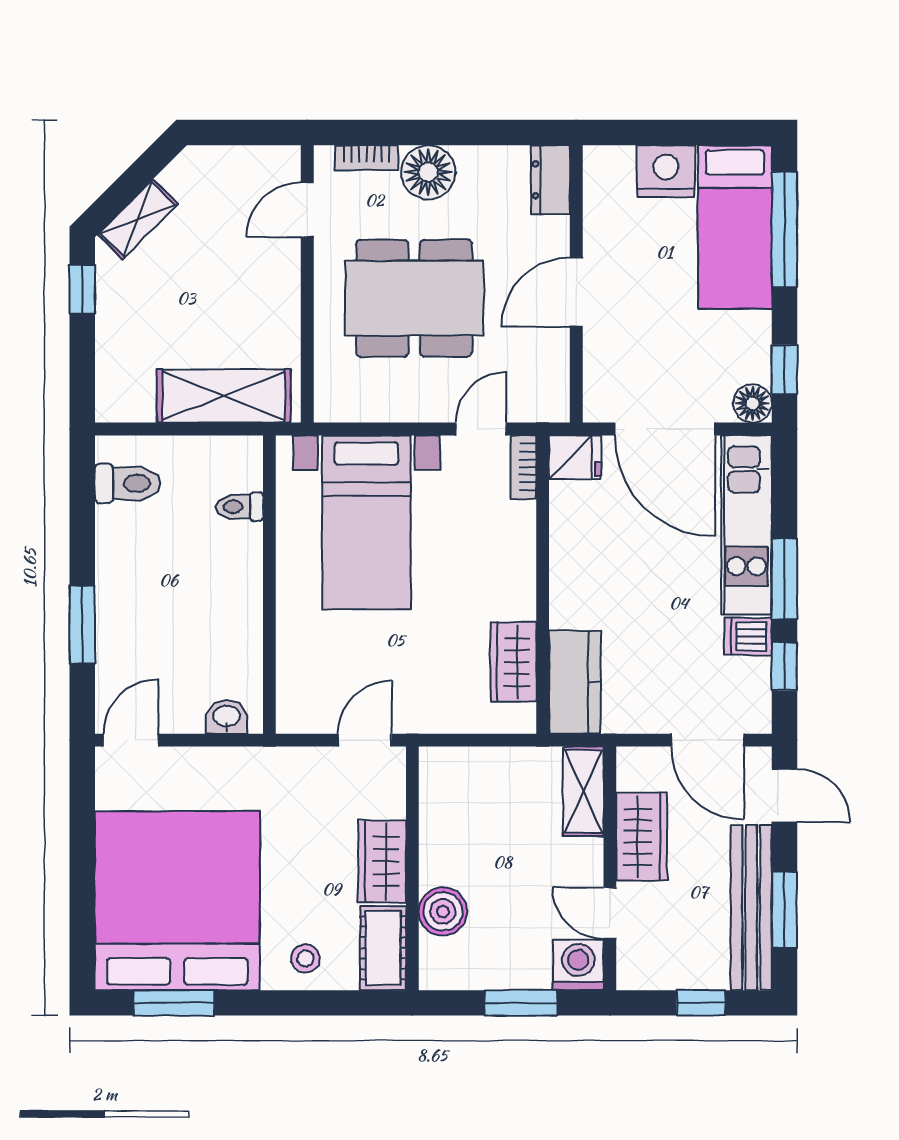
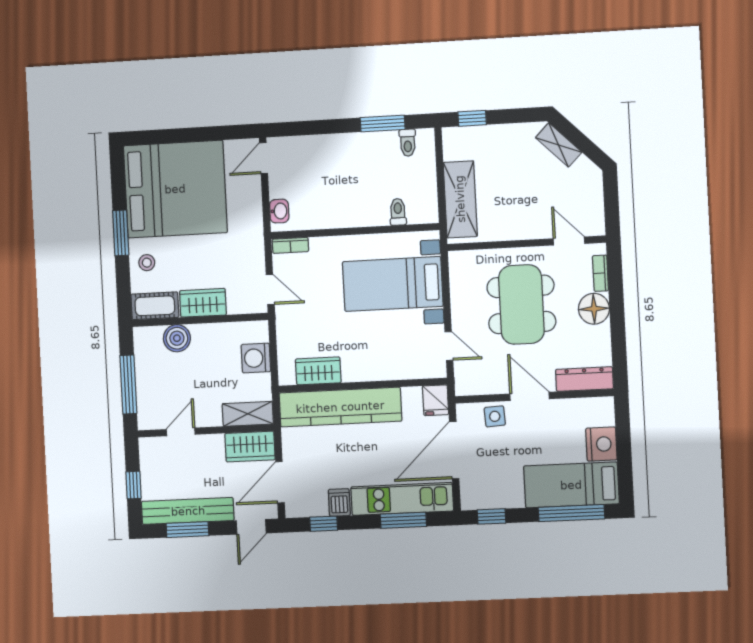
dresser: (551, 180) -> (584, 379), width x1.44
window: (82, 289) -> (472, 118), moved
side table: (609, 355) -> (495, 416), added
floor lamp: (753, 403) -> (471, 499), removed
bookcase: (524, 467) -> (290, 245), moved, turned 180
toilet: (128, 483) -> (408, 143), width x0.73, depth x0.72
window: (784, 579) -> (403, 520), moved
window: (82, 625) -> (383, 124), moved
kitchen counter: (575, 682) -> (340, 407), width x2.08, depth x1.17
door: (131, 740) -> (264, 158), swing flipped
wardrobe: (642, 837) -> (250, 447), moved
washing machine: (578, 965) -> (256, 358), moved, turned 180
window: (174, 1003) -> (121, 233), moved
window: (521, 1003) -> (128, 384), width x1.44

